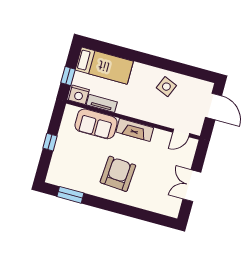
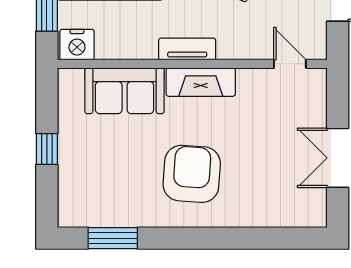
tv unit: (102, 103) -> (187, 49), moved
door: (181, 133) -> (290, 64), swing flipped

